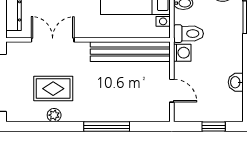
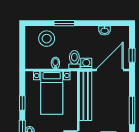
door: (172, 91) -> (110, 70), width x1.87
window: (214, 127) -> (132, 55), moved

